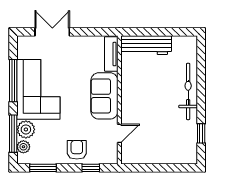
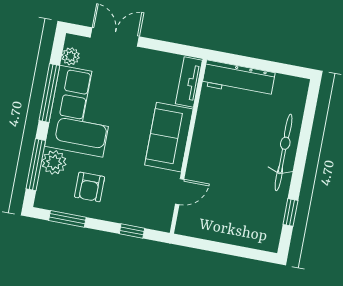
plant: (23, 147) -> (71, 56), moved
armchair: (77, 150) -> (90, 187), moved, turned 180

